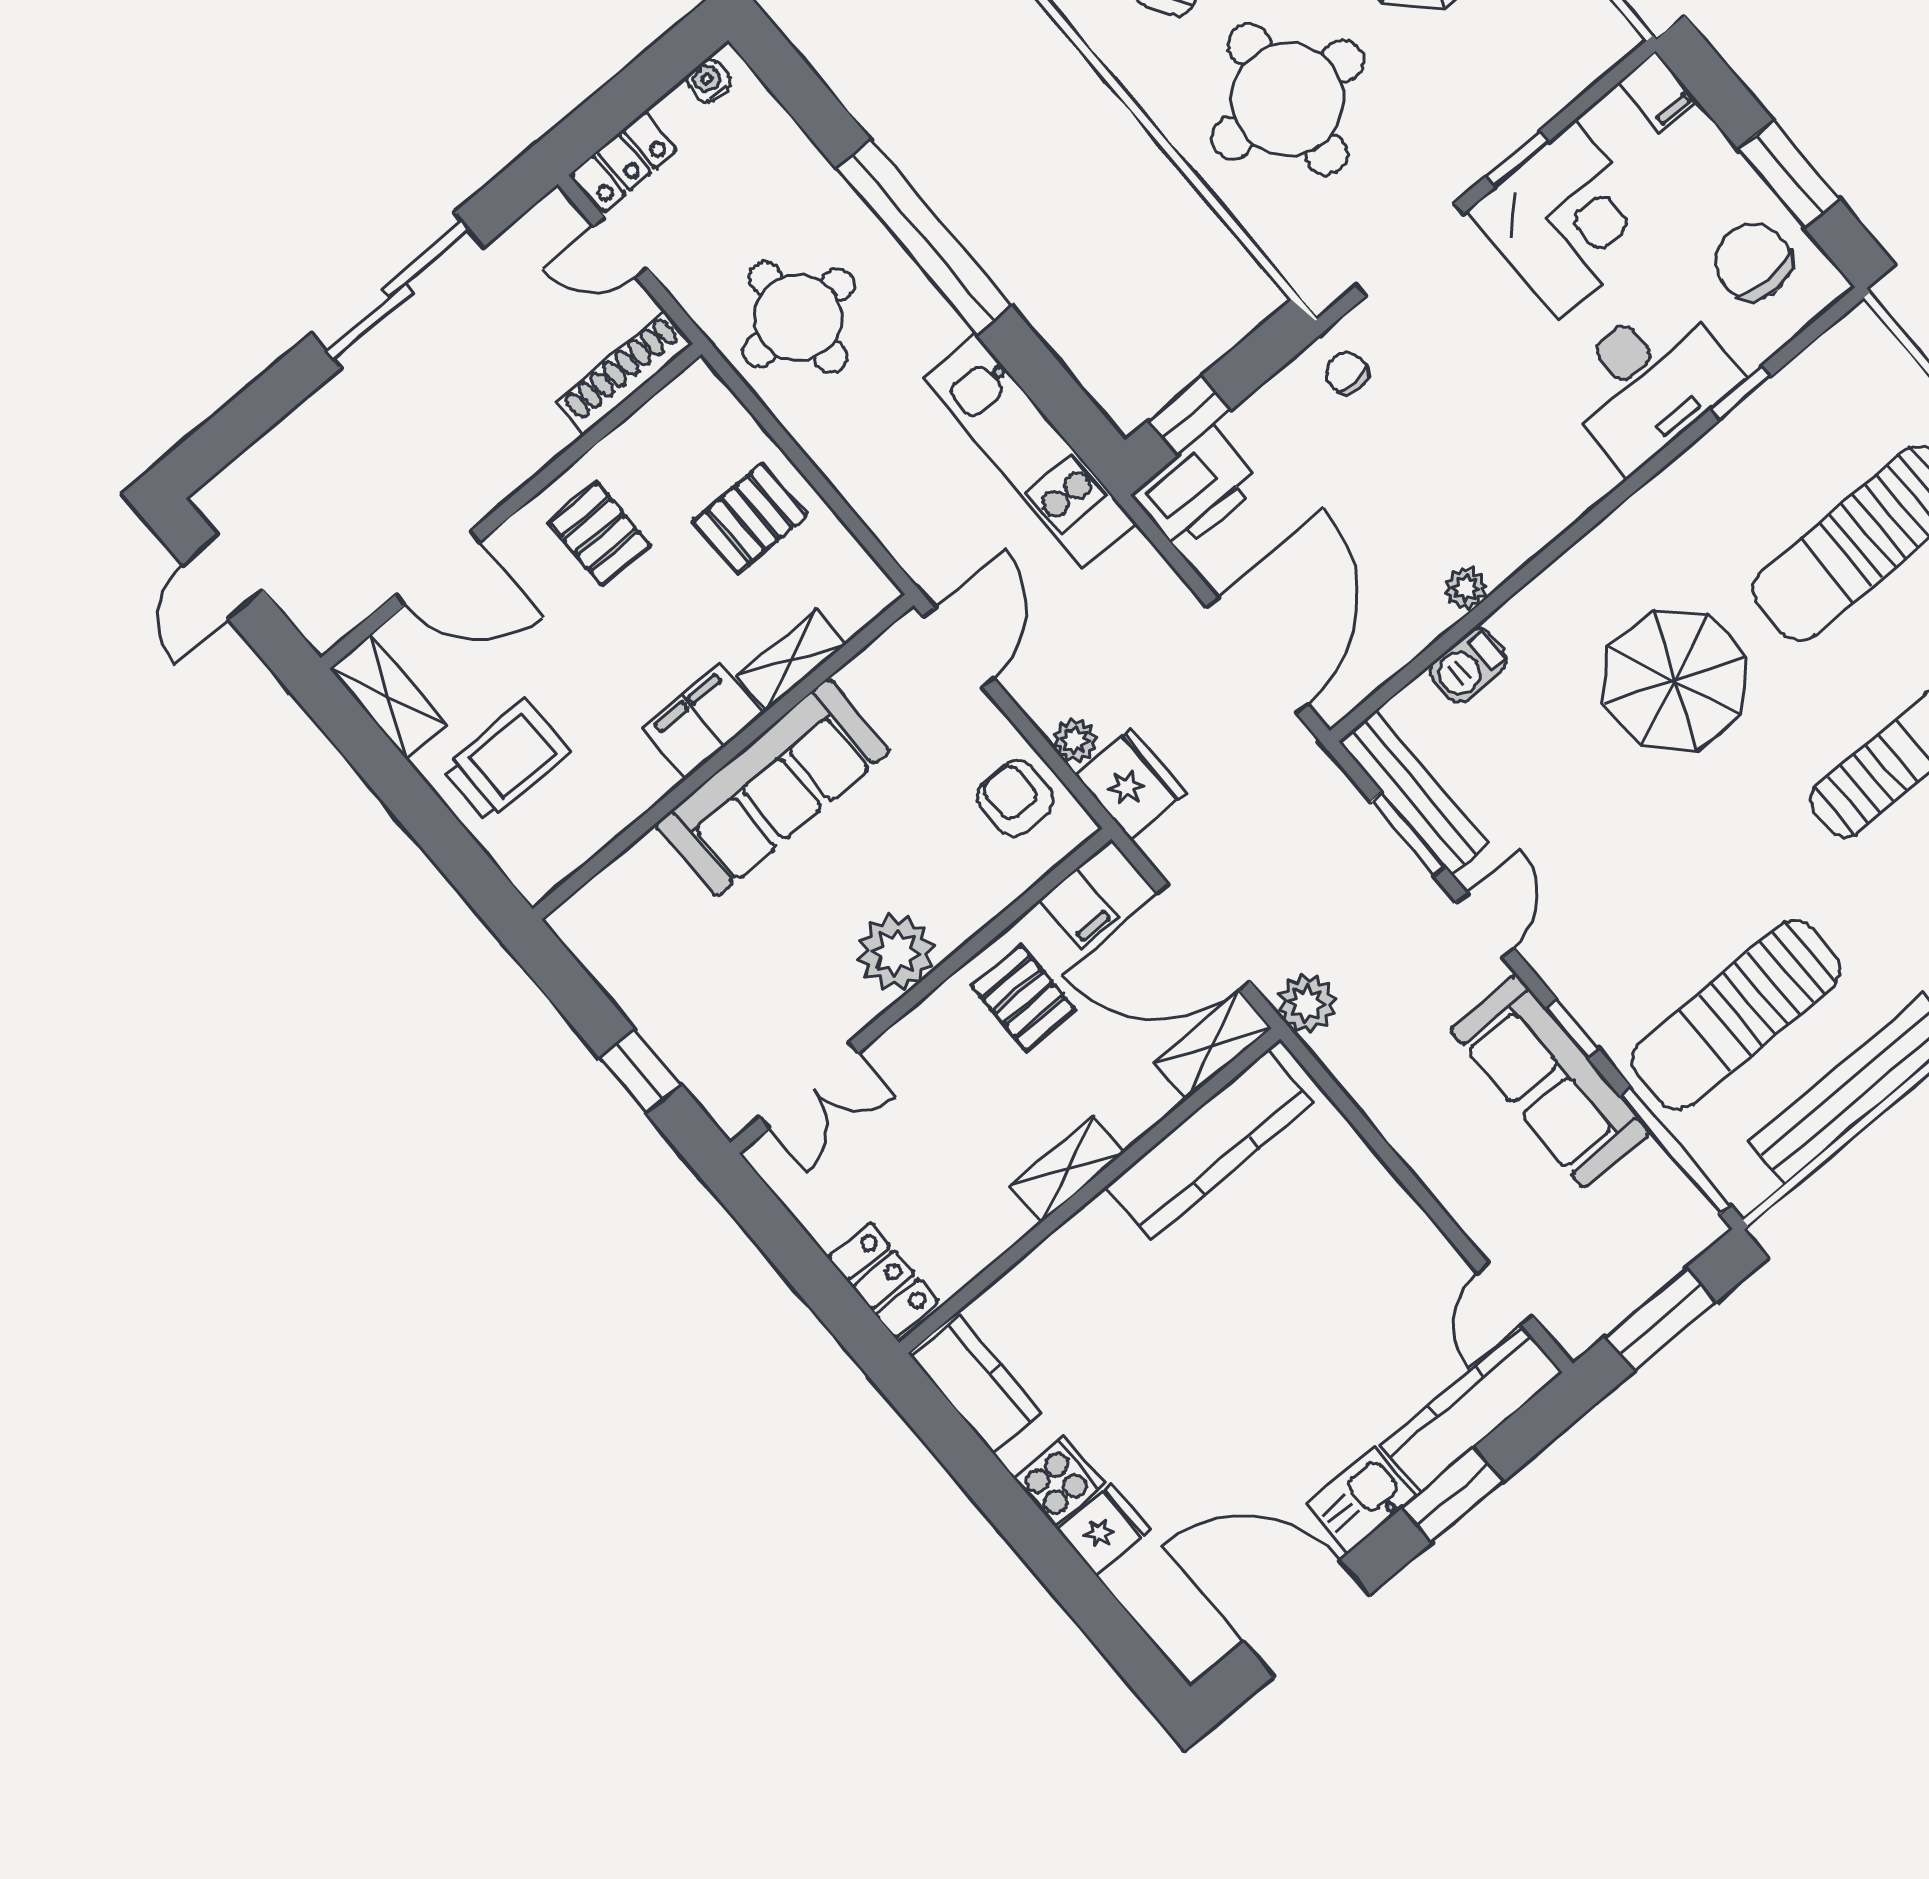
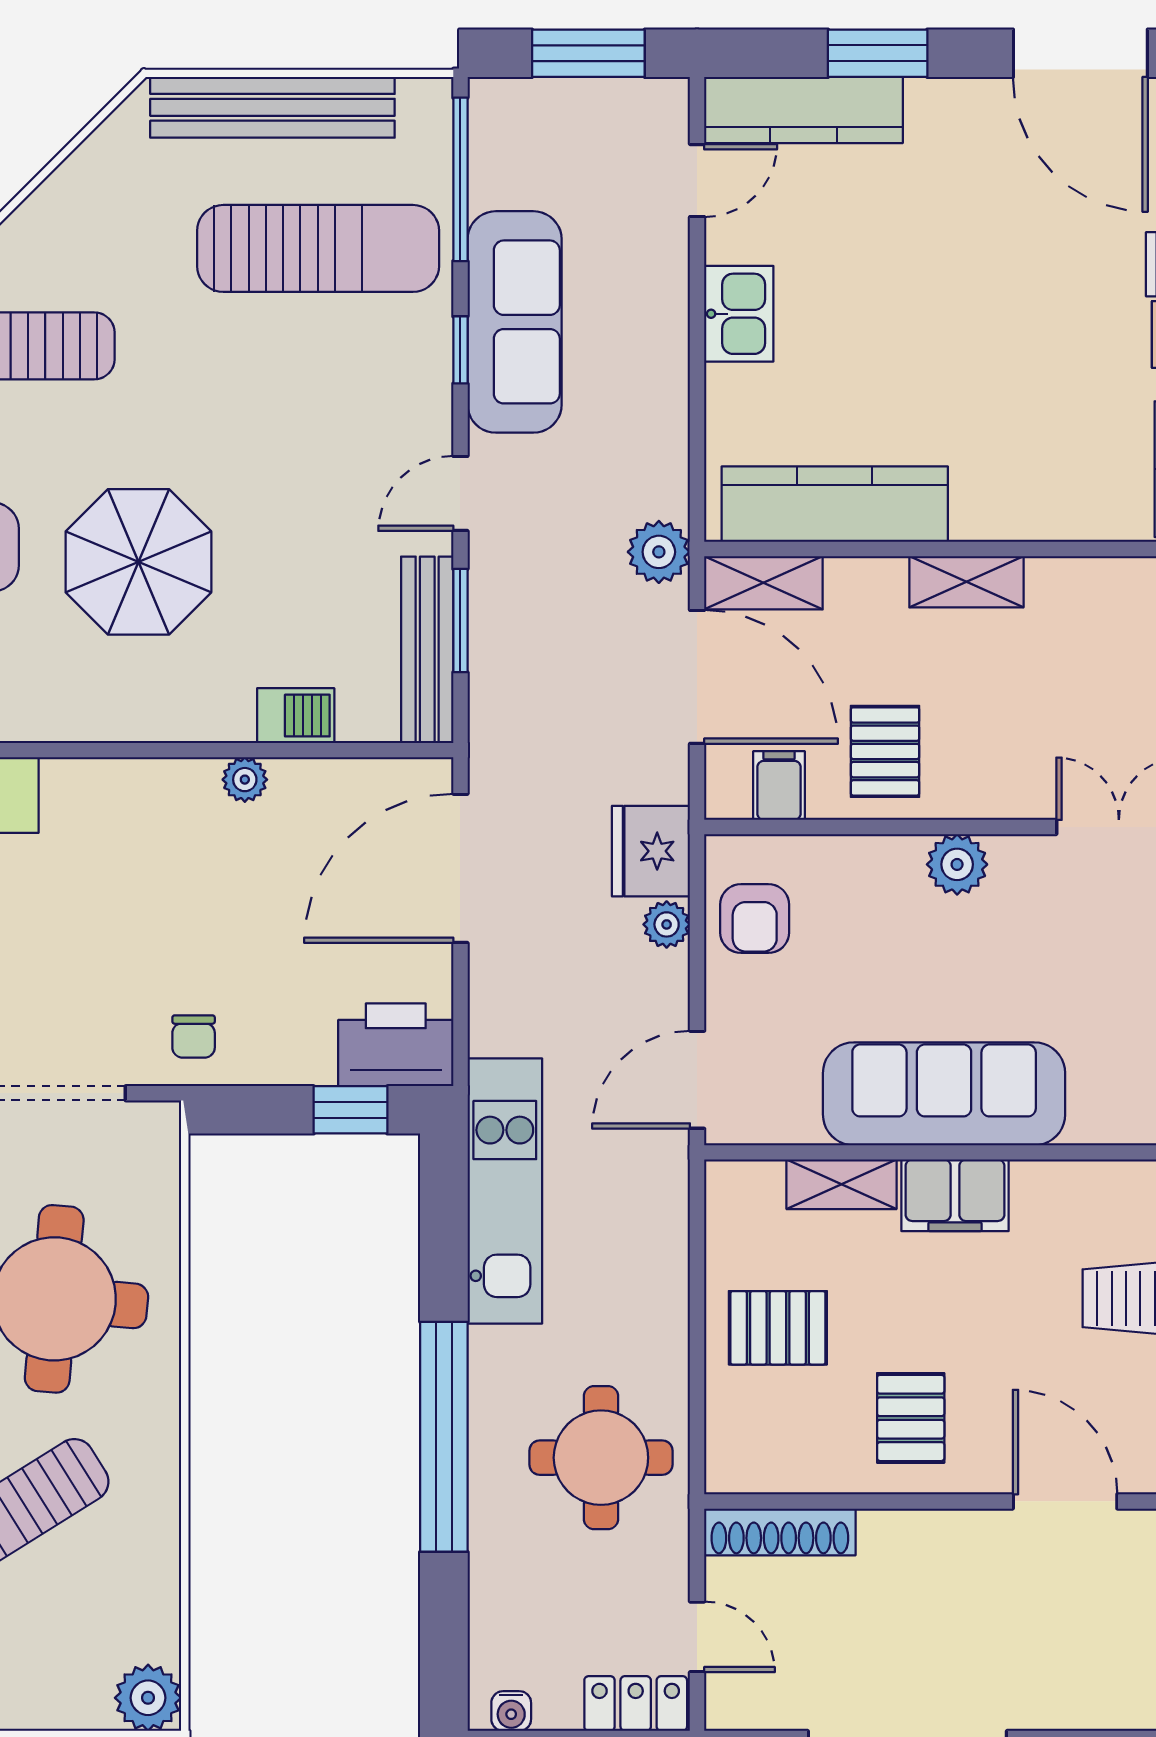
plant: (896, 952) -> (957, 864), width x0.73, depth x0.73
kitchen sink: (1361, 1500) -> (739, 314), moved, turned -90

